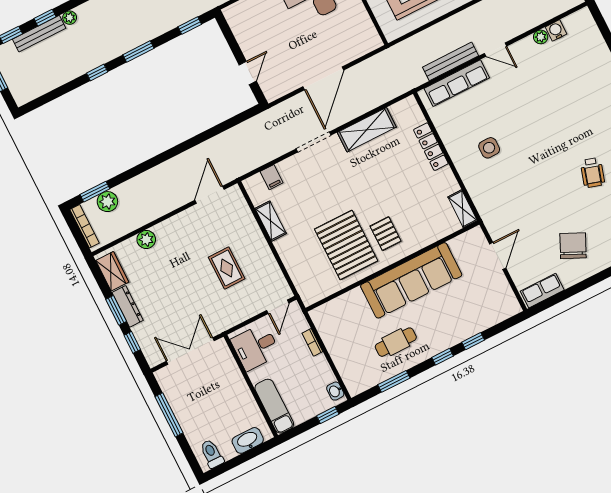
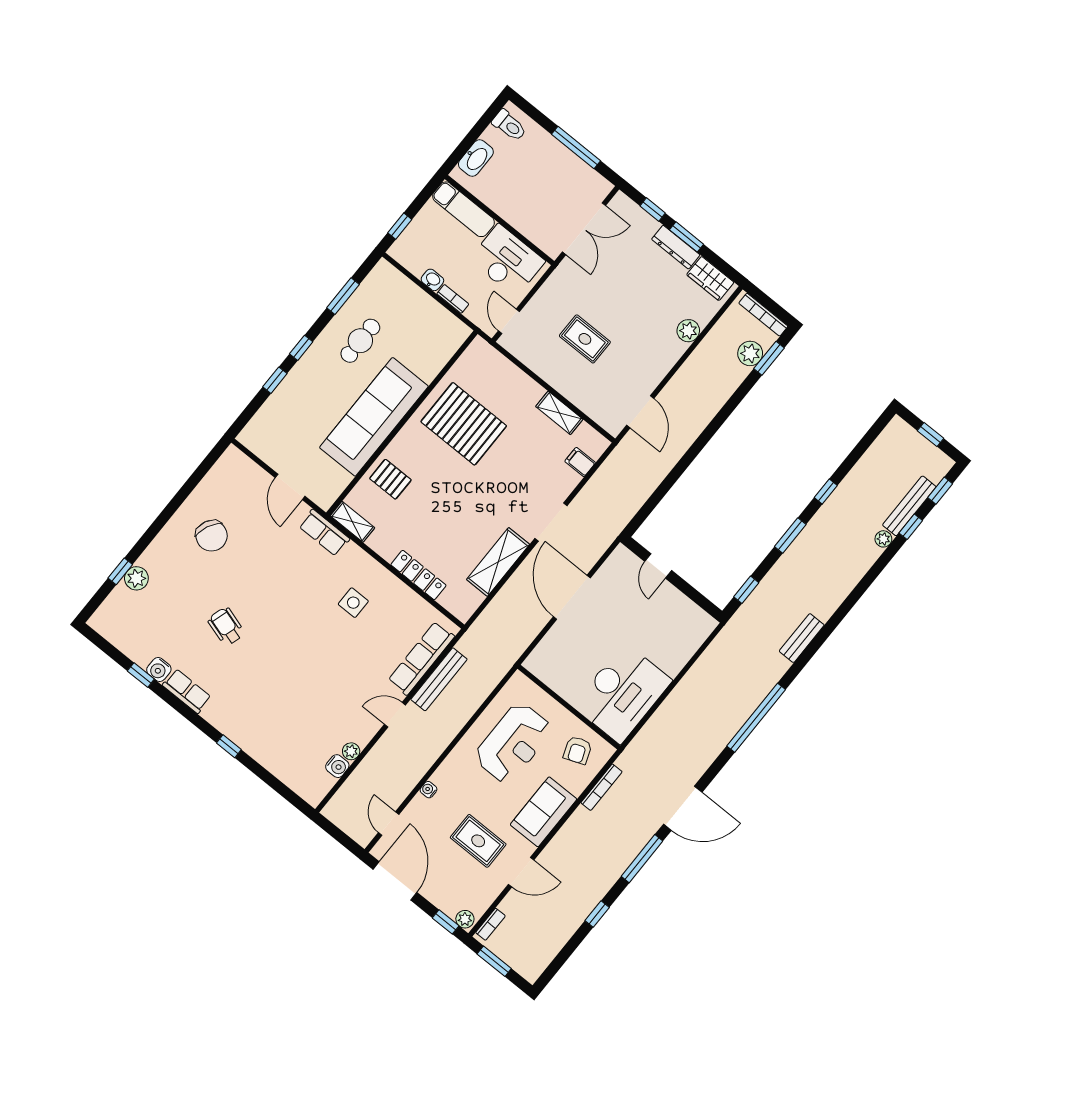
pallet: (386, 234) -> (390, 479), moved
row of seats: (542, 291) -> (324, 533), moved, turned 90
desk: (256, 347) -> (507, 260), width x1.37
washbasin: (335, 391) -> (432, 280), moved

